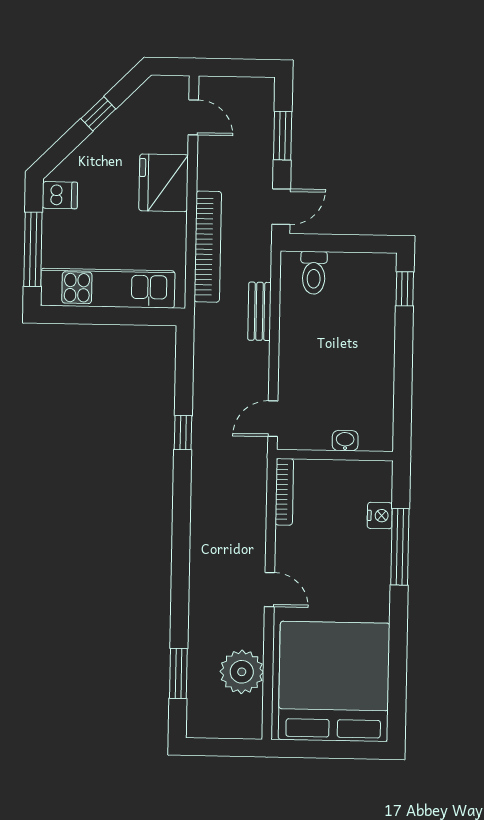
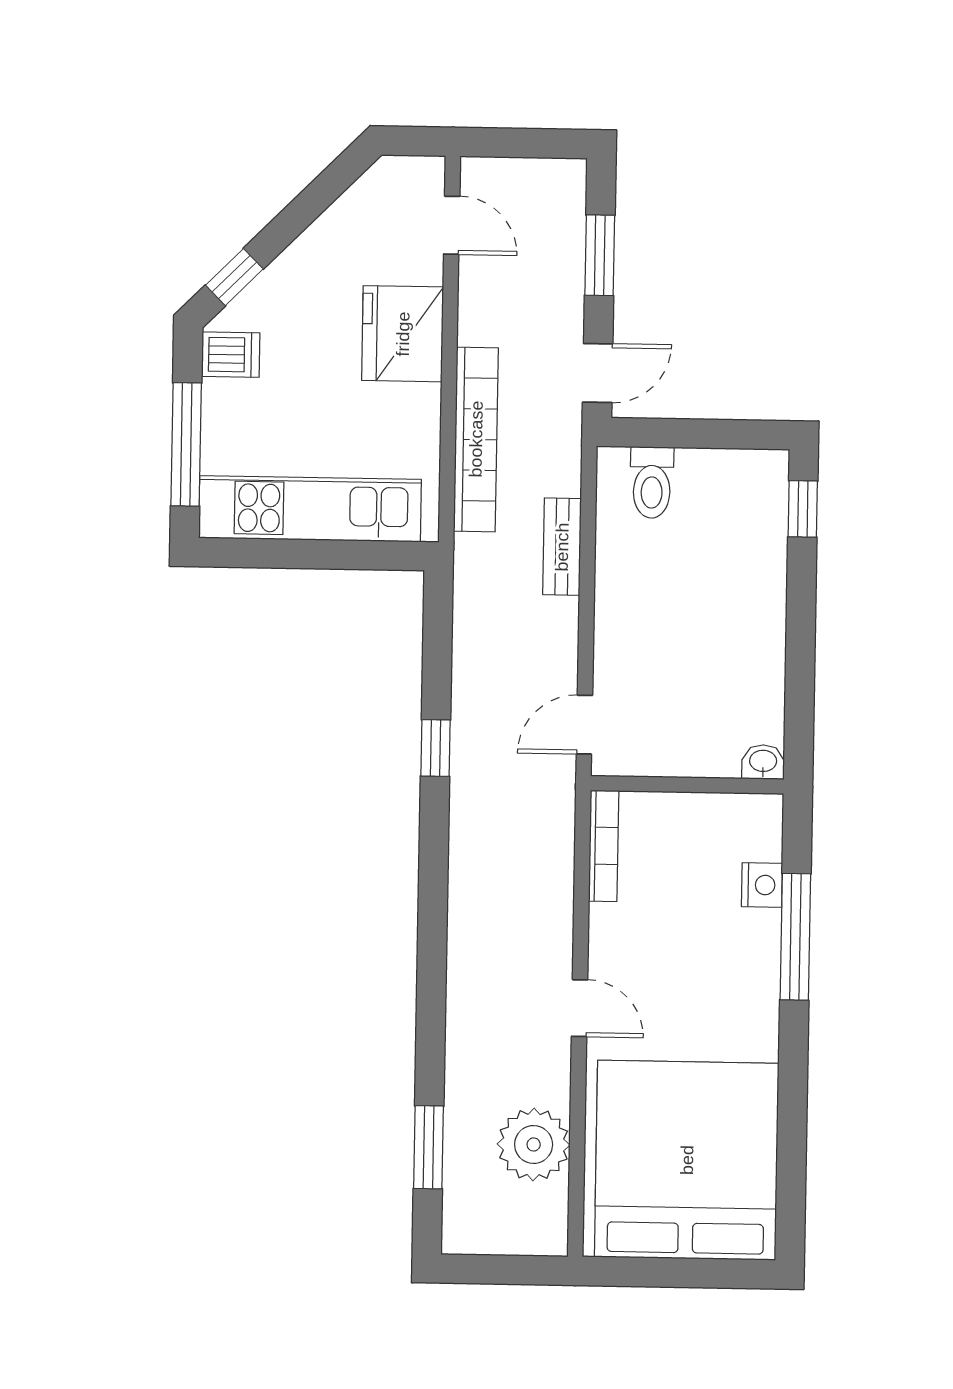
window: (98, 114) -> (234, 277), moved
washbasin: (345, 441) -> (763, 762), moved

